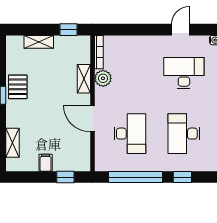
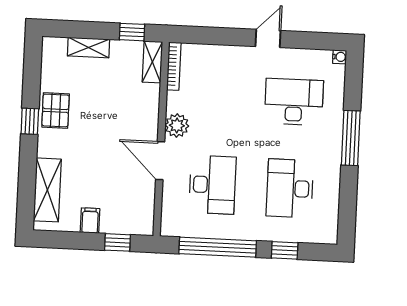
door: (180, 30) -> (268, 38), moved
plant: (103, 78) -> (177, 125), moved
shelving: (84, 79) -> (152, 62), moved
shelving: (13, 143) -> (47, 190), width x1.50, depth x1.33

